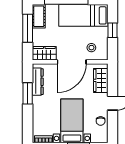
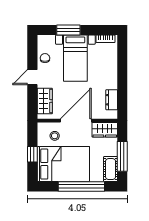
bed: (83, 15) -> (63, 164), width x1.50
dresser: (38, 82) -> (112, 100), width x0.70
window: (28, 93) -> (122, 87), removed

